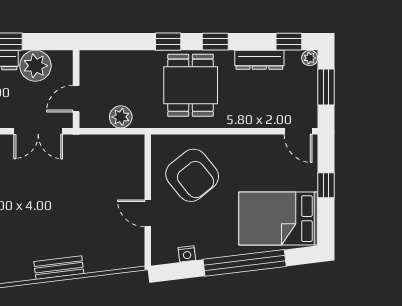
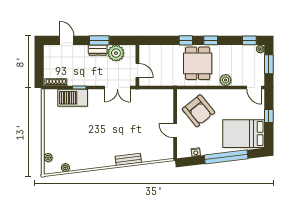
dresser: (259, 60) -> (234, 50), removed
door: (76, 99) -> (137, 70), swing flipped
plant: (121, 117) -> (226, 80), moved

